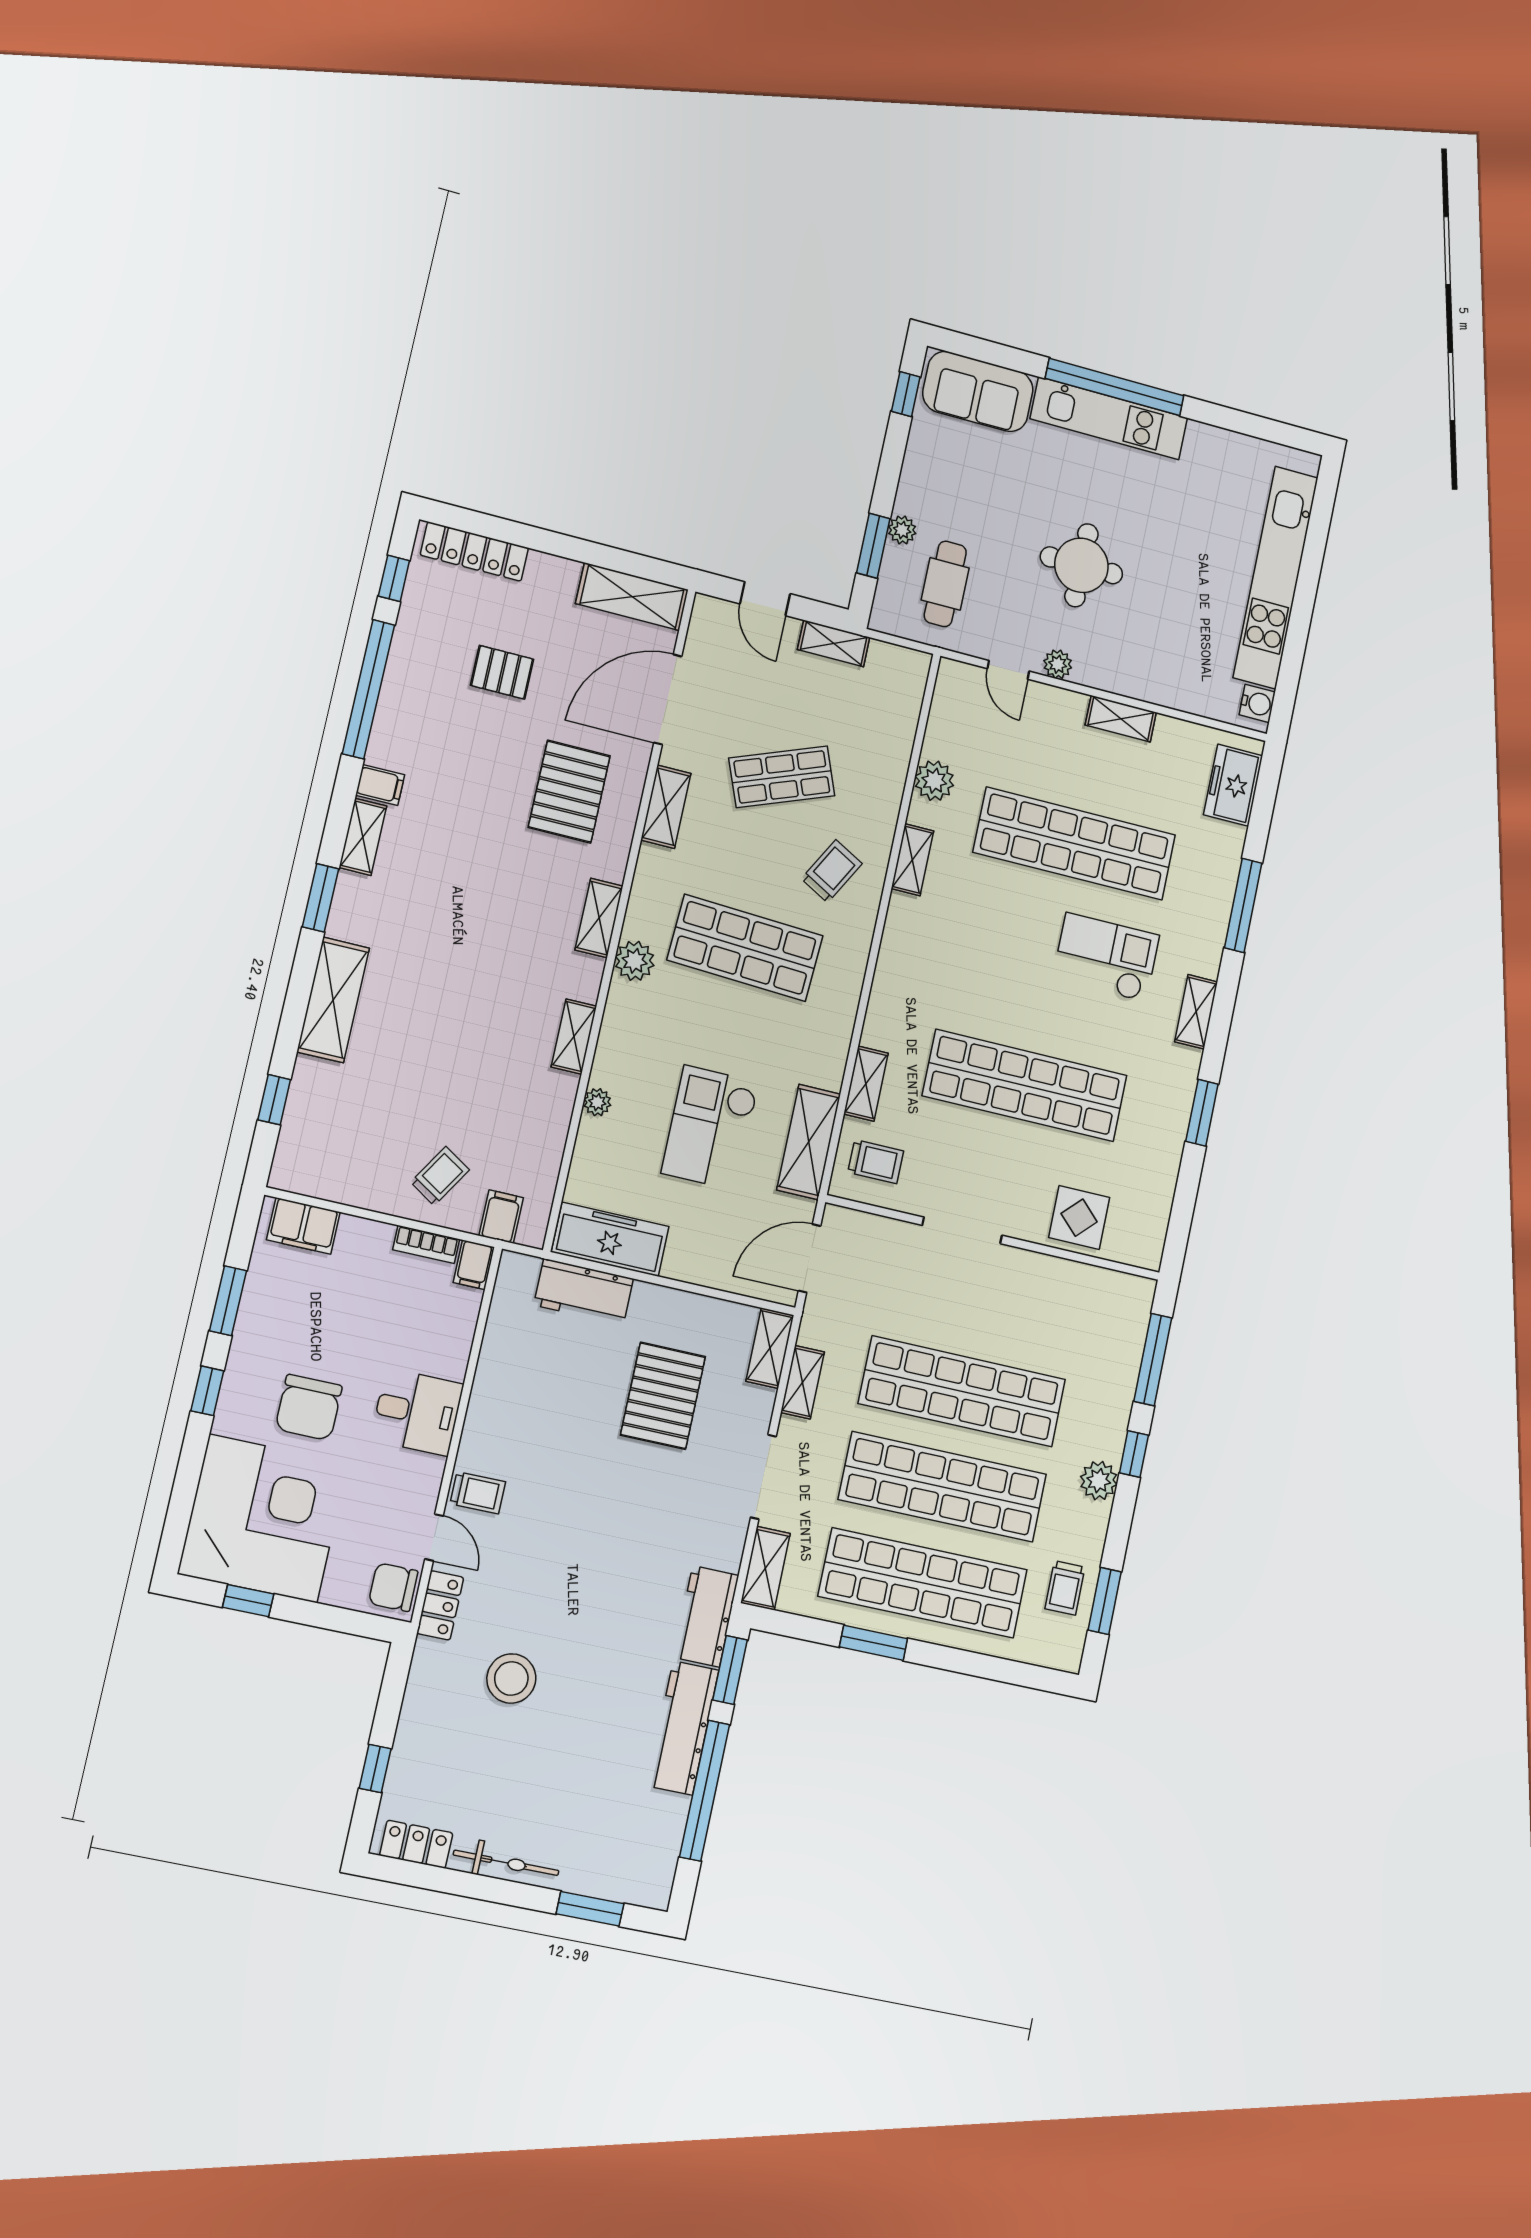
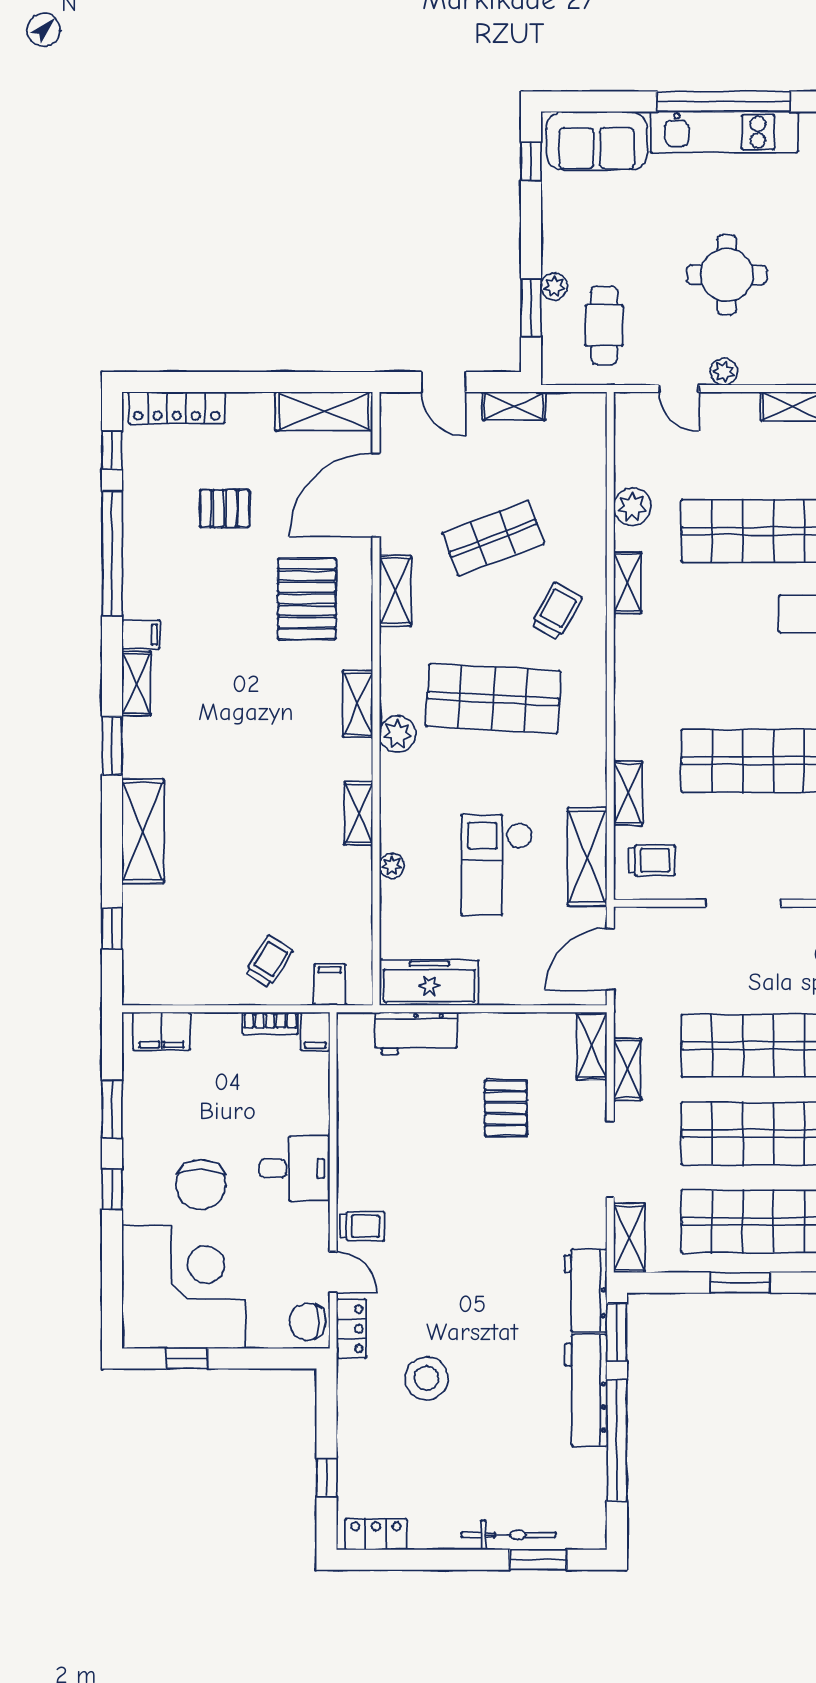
pallet: (663, 1396) -> (506, 1108), width x0.67, depth x0.71
bicycle: (506, 1863) -> (508, 1535), moved

